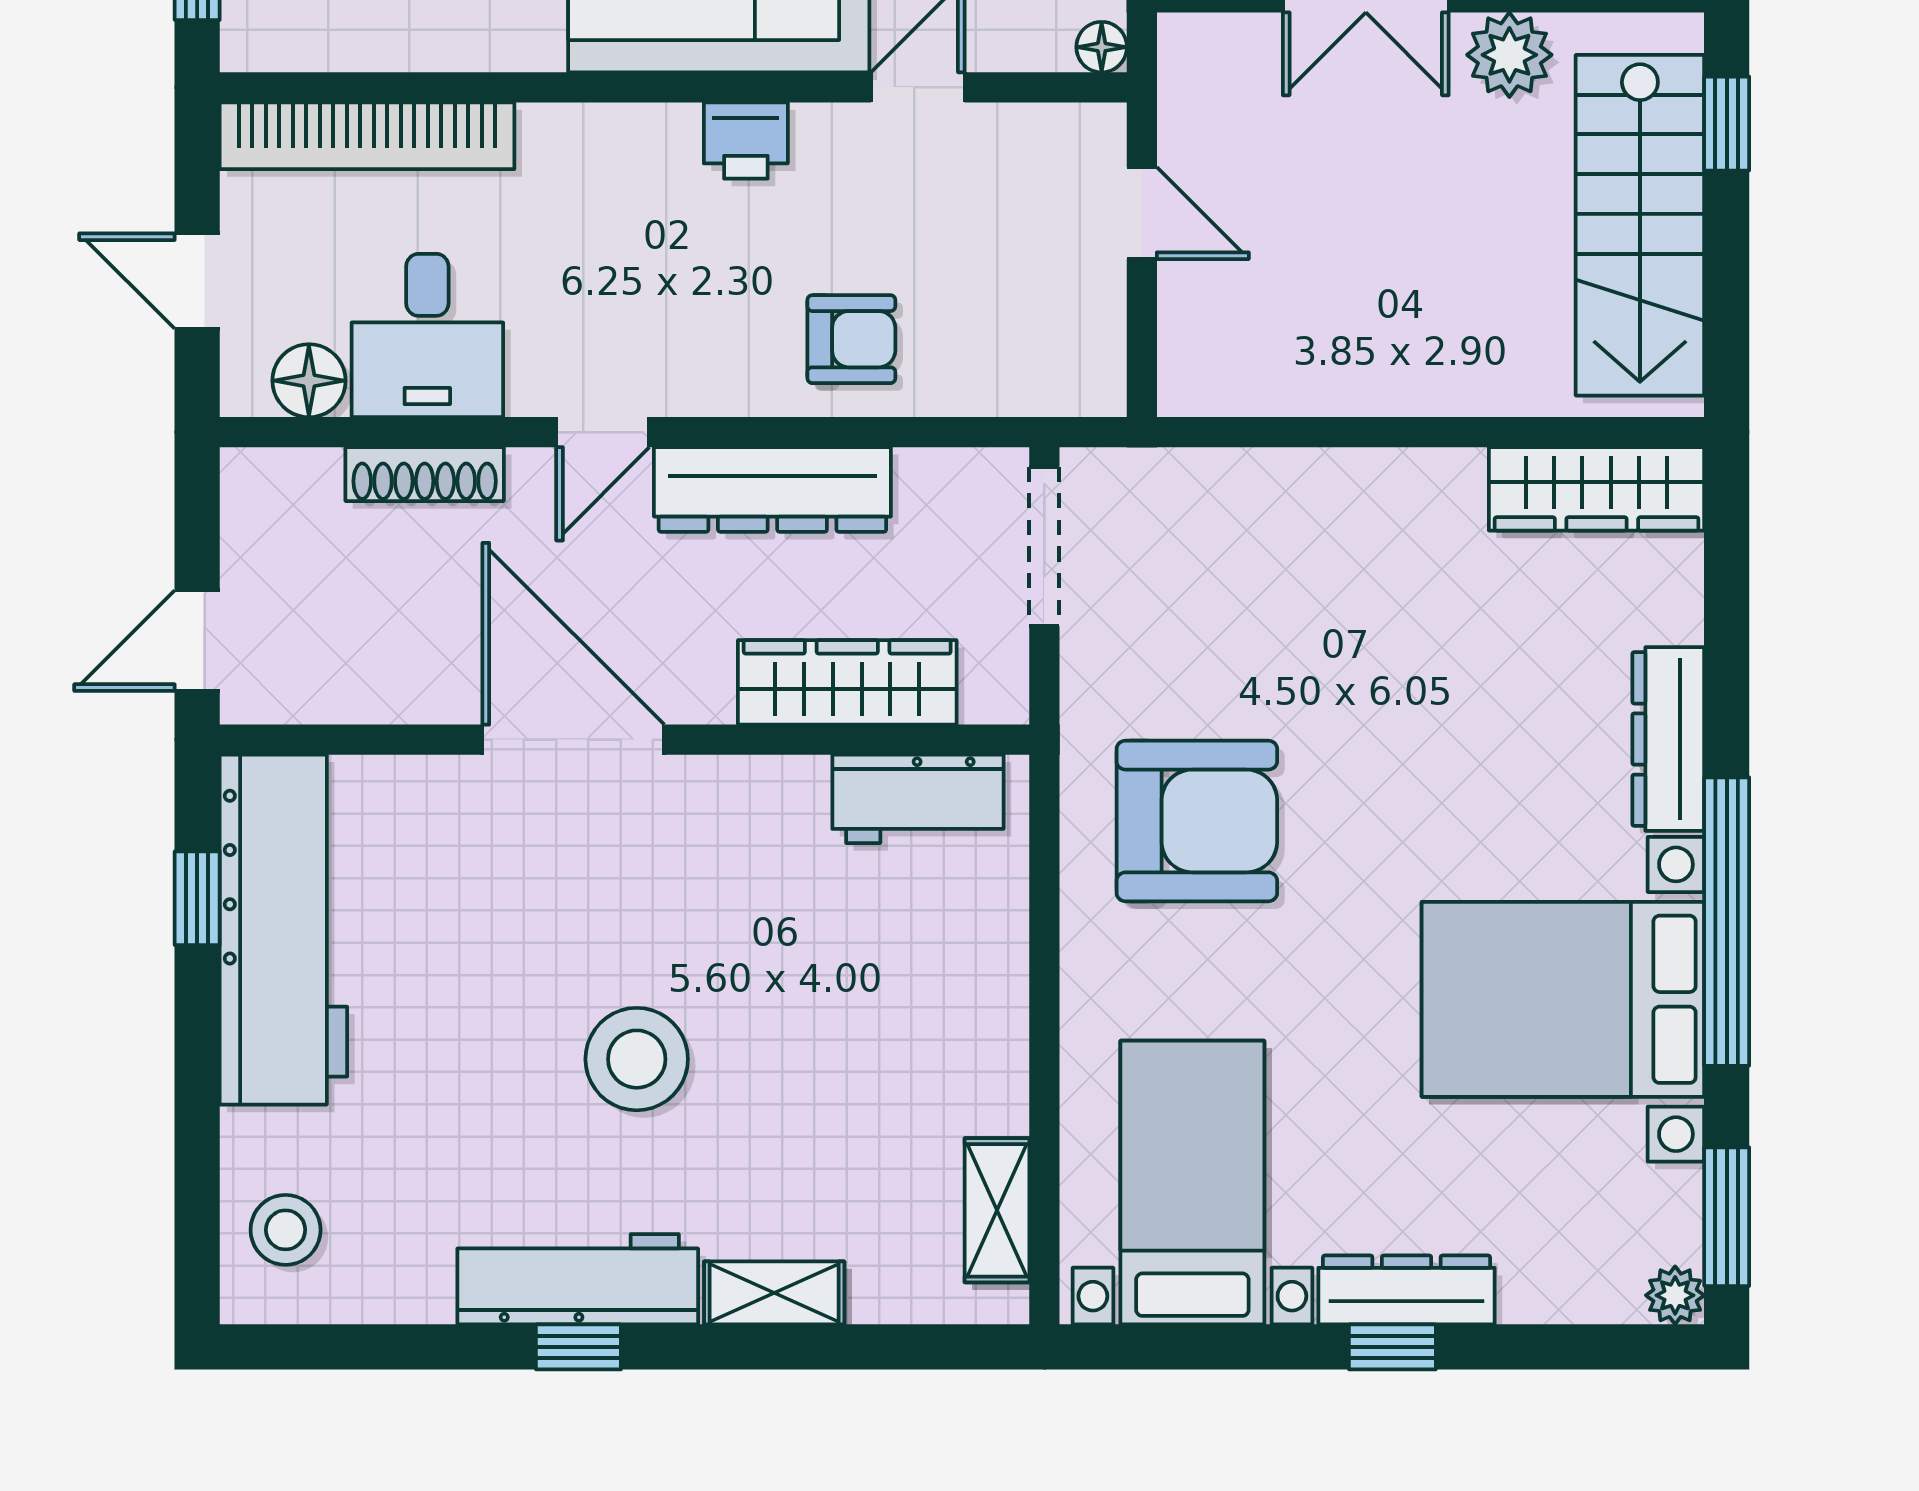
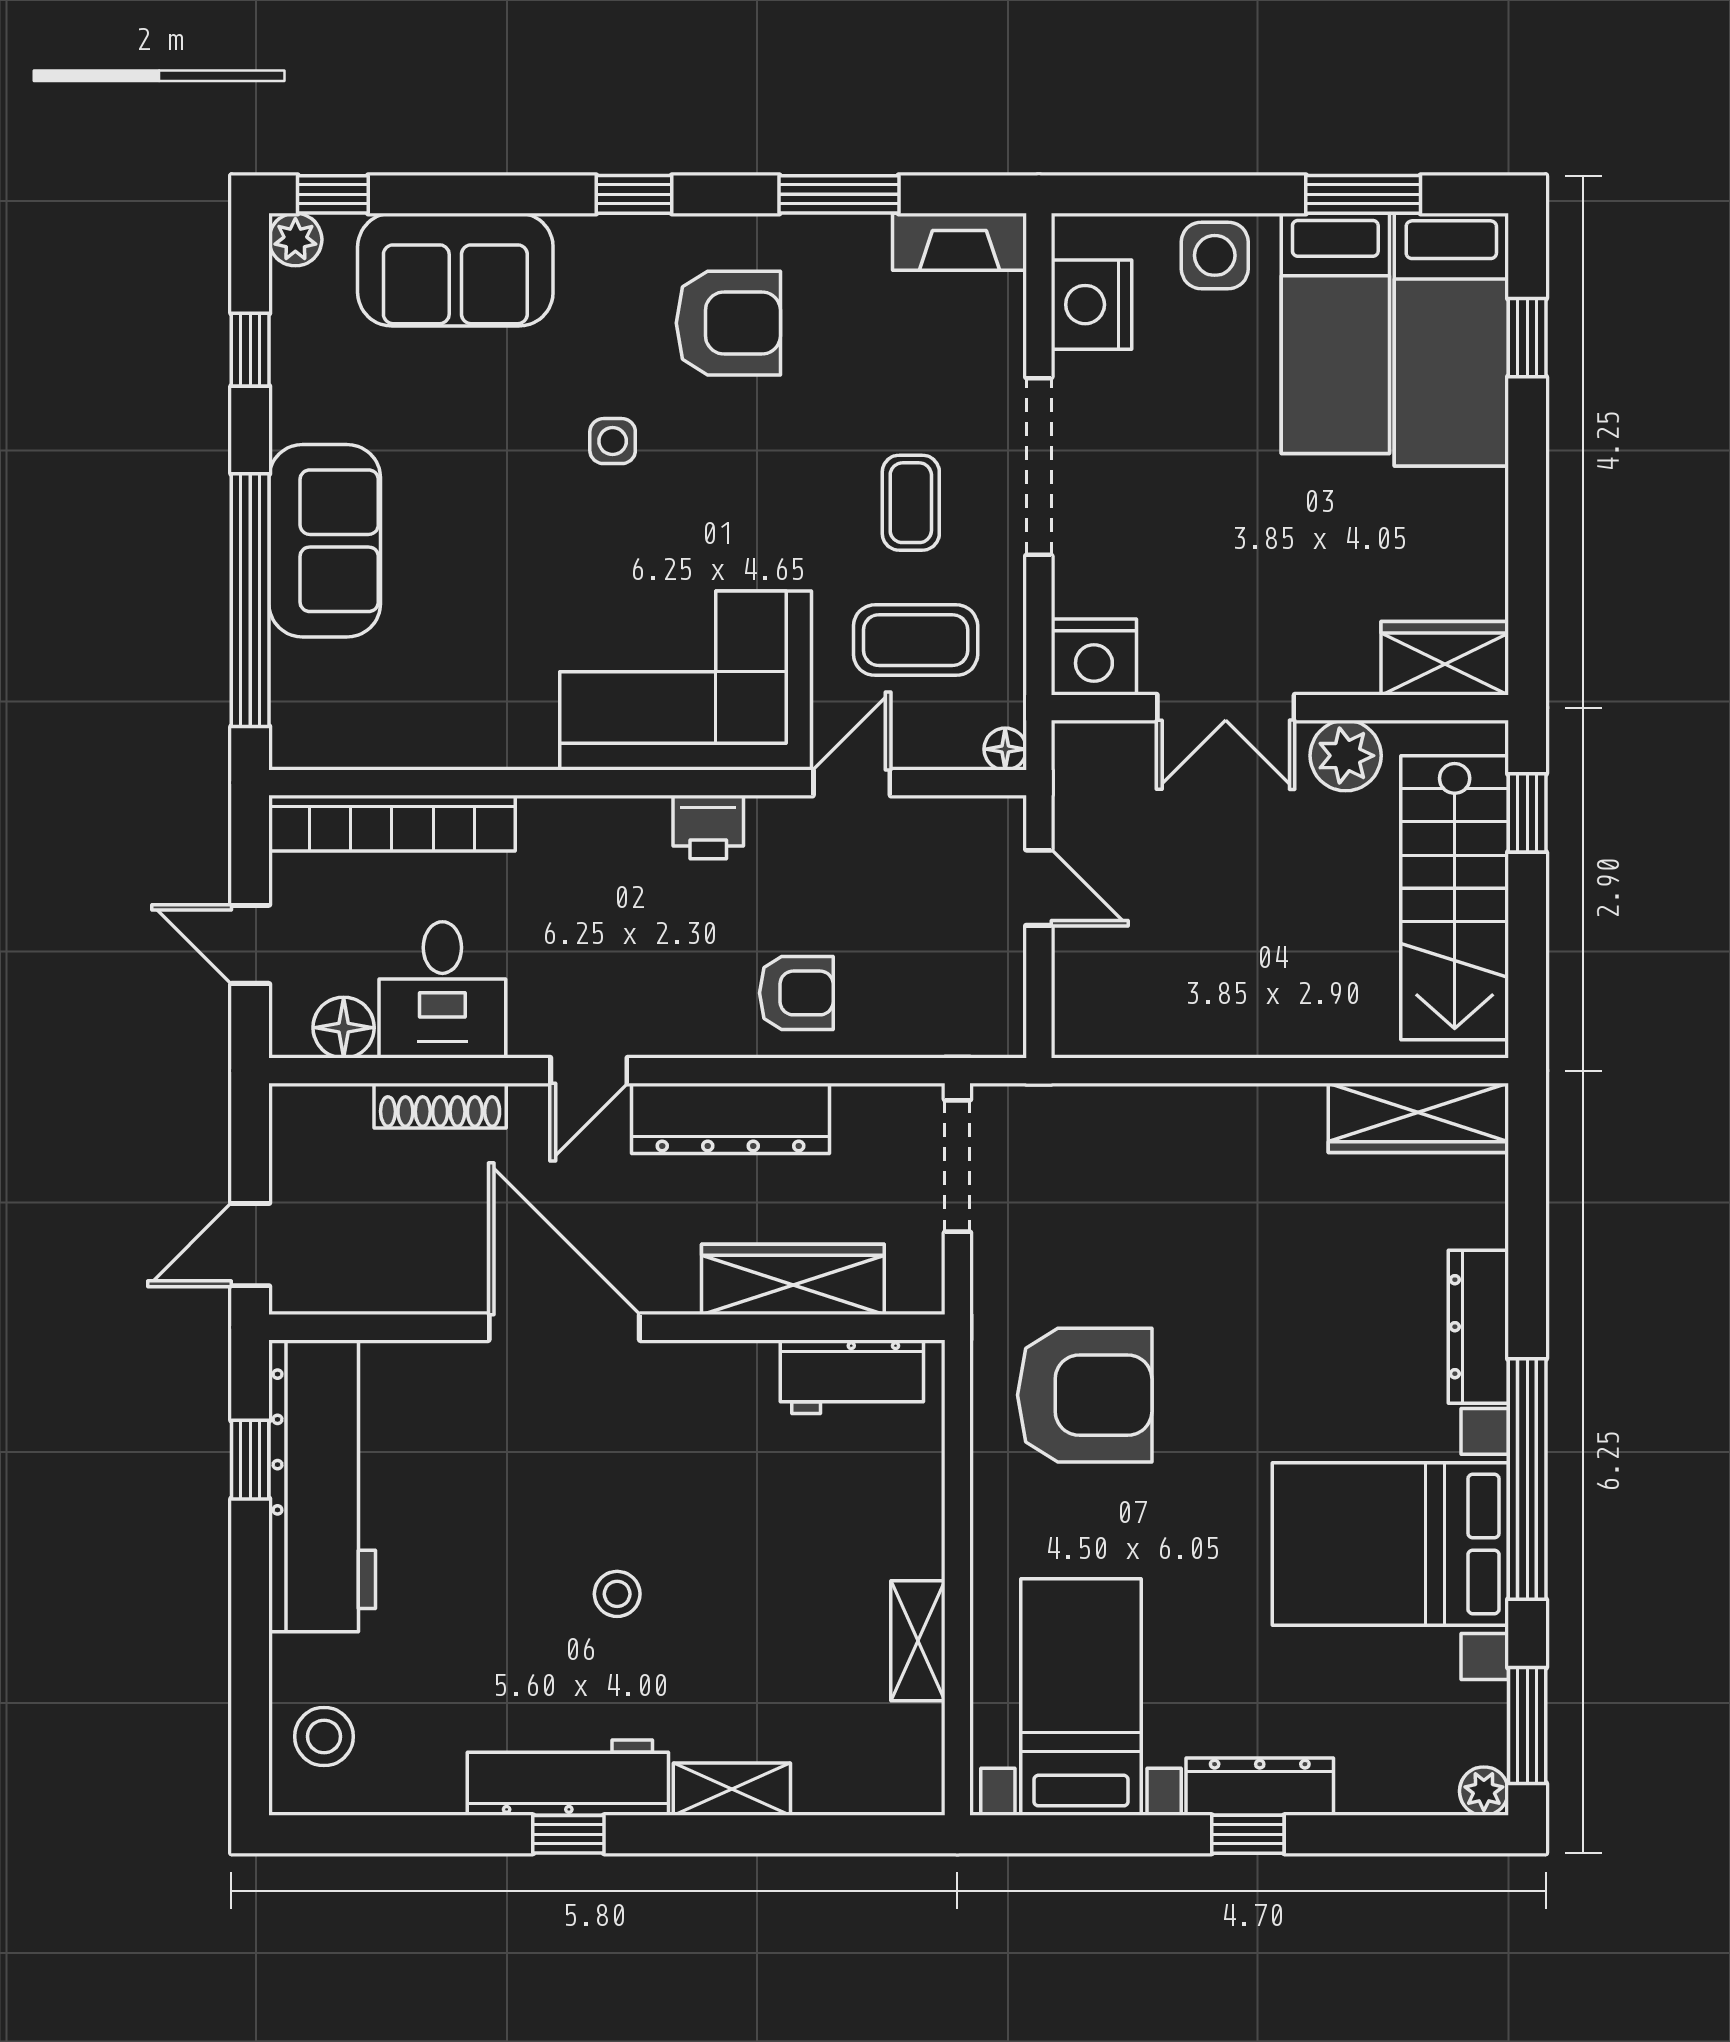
stool: (637, 1059) -> (617, 1594), width x0.53, depth x0.53
shelving: (997, 1210) -> (918, 1641), moved

